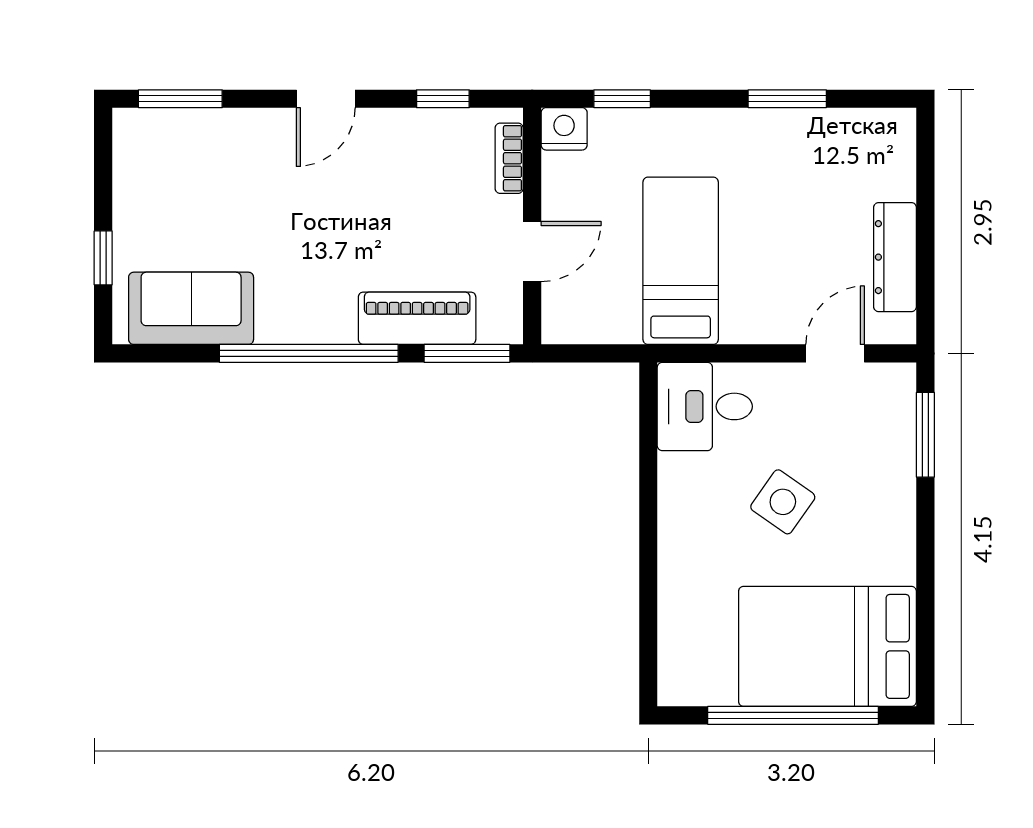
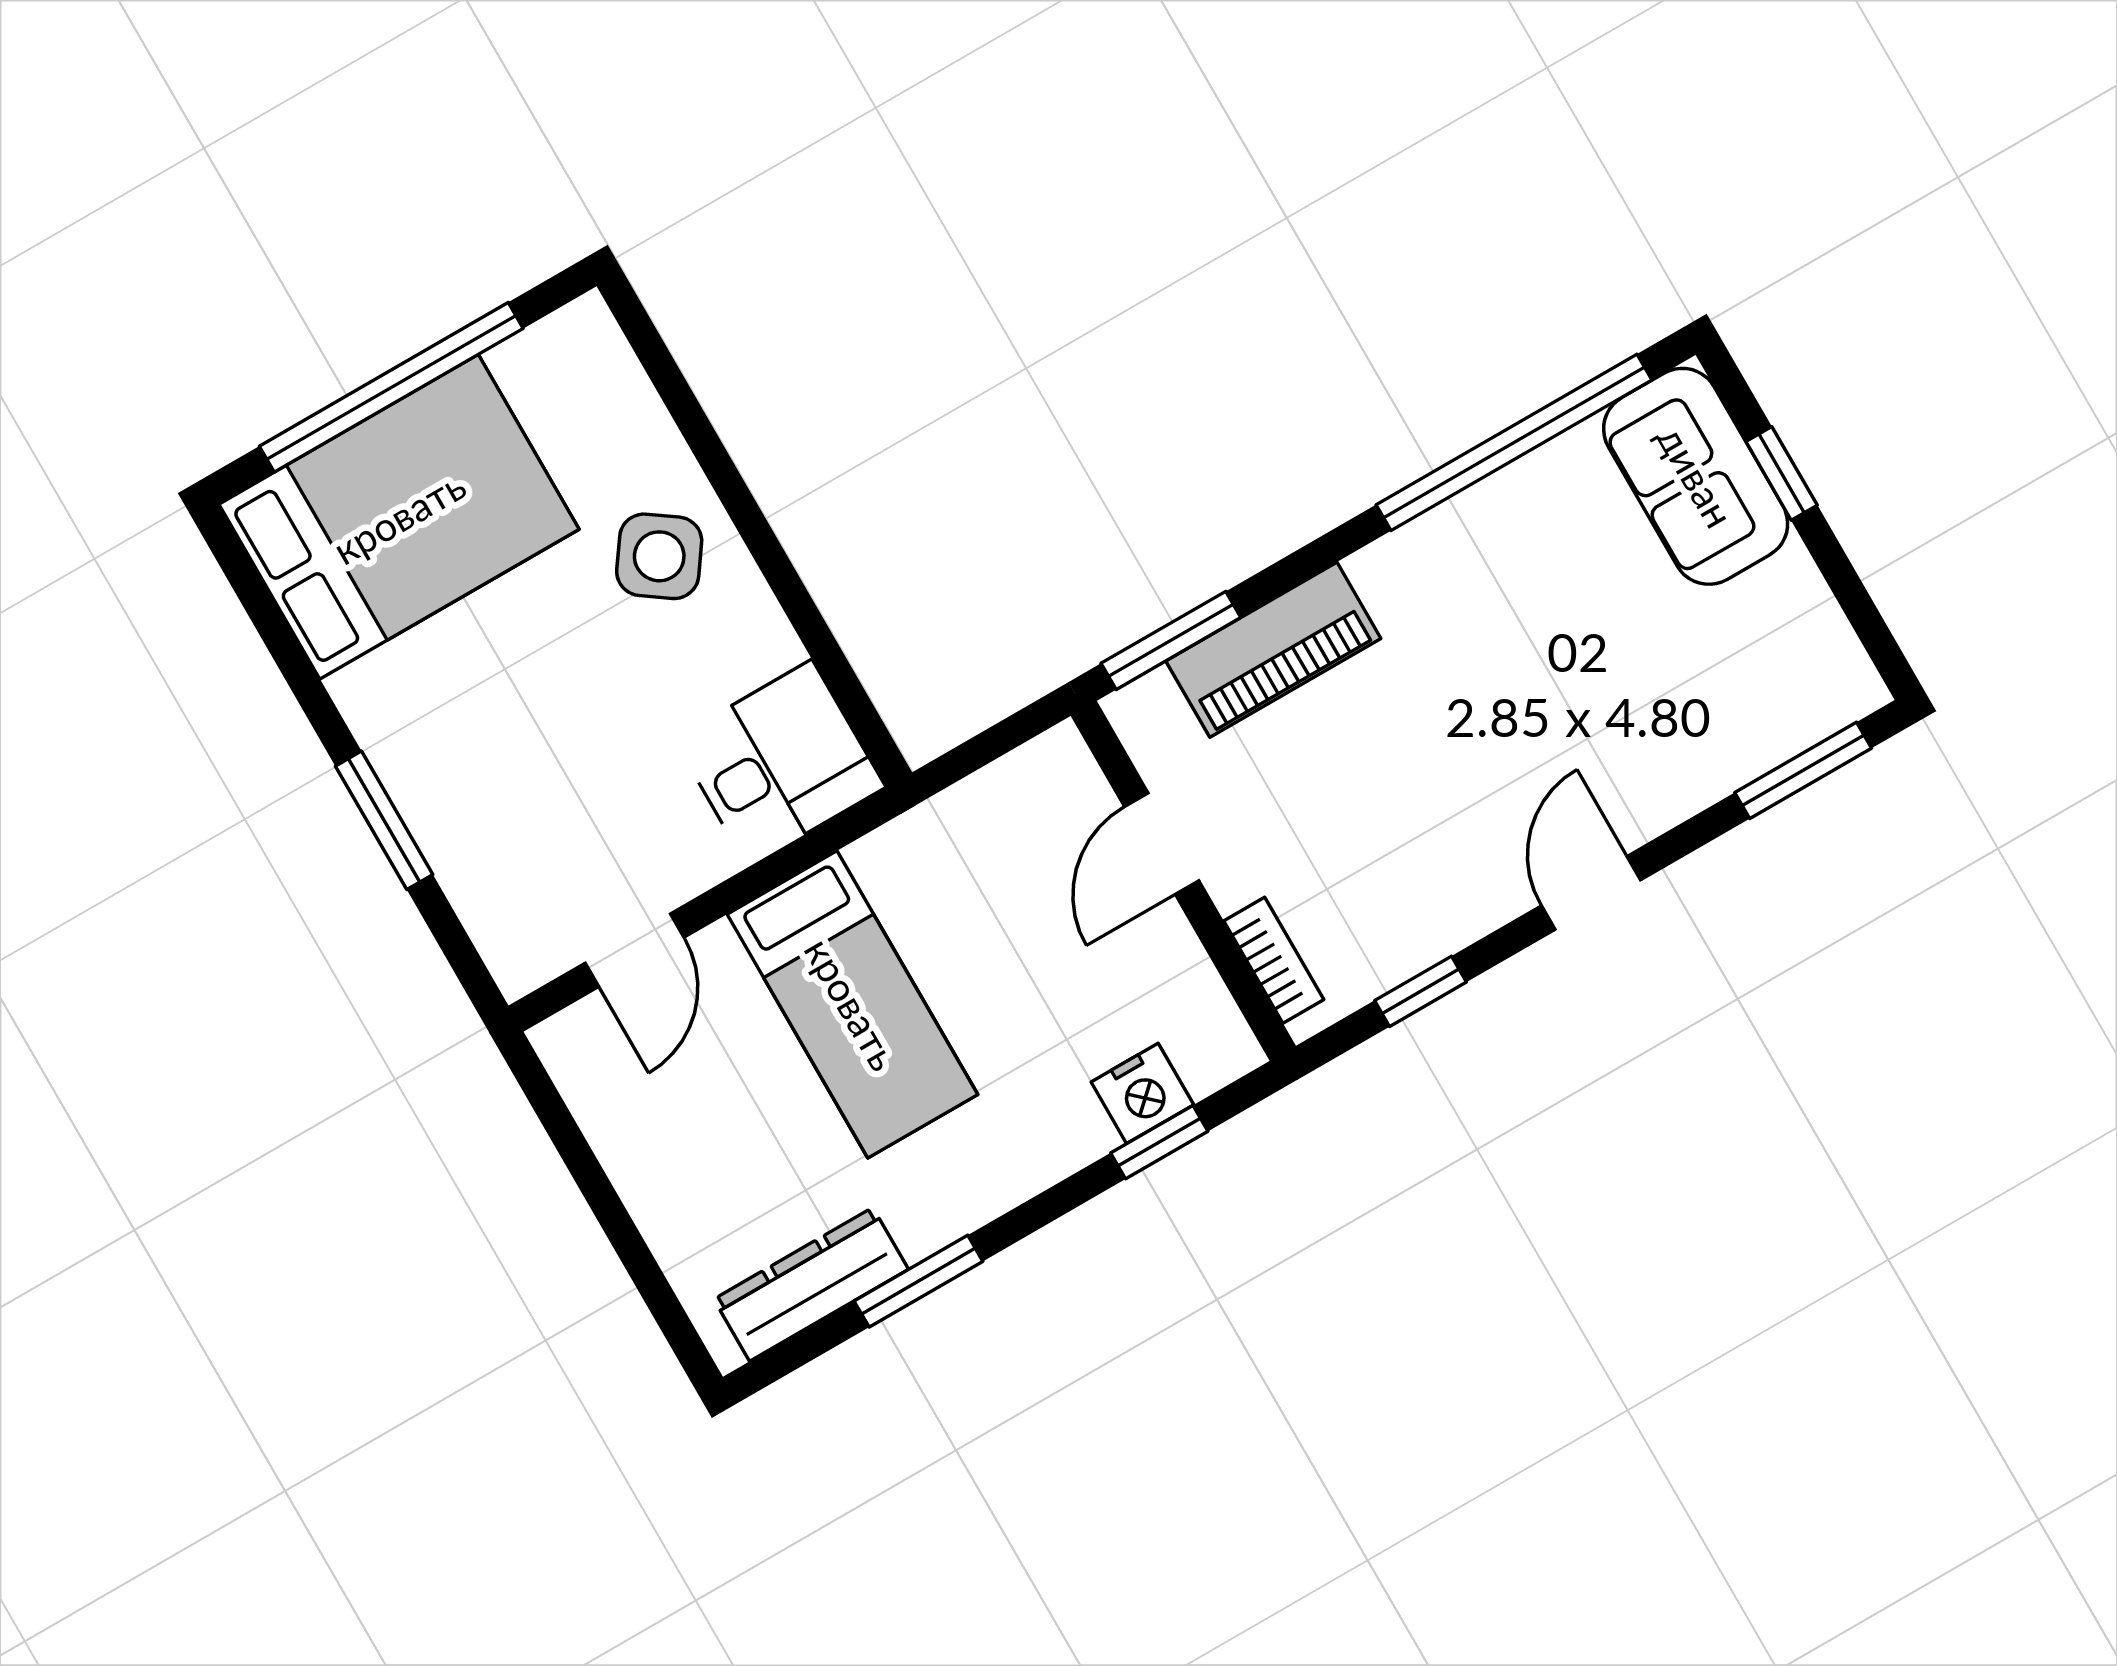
nightstand: (564, 129) -> (1142, 1093), moved
dresser: (895, 257) -> (811, 1284), moved, turned -90
bed: (681, 261) -> (852, 1004), moved
sofa: (191, 308) -> (1696, 476), moved, turned 90
window: (309, 353) -> (1514, 442), moved
window: (925, 435) -> (384, 820), moved
side table: (783, 502) -> (659, 556), moved

